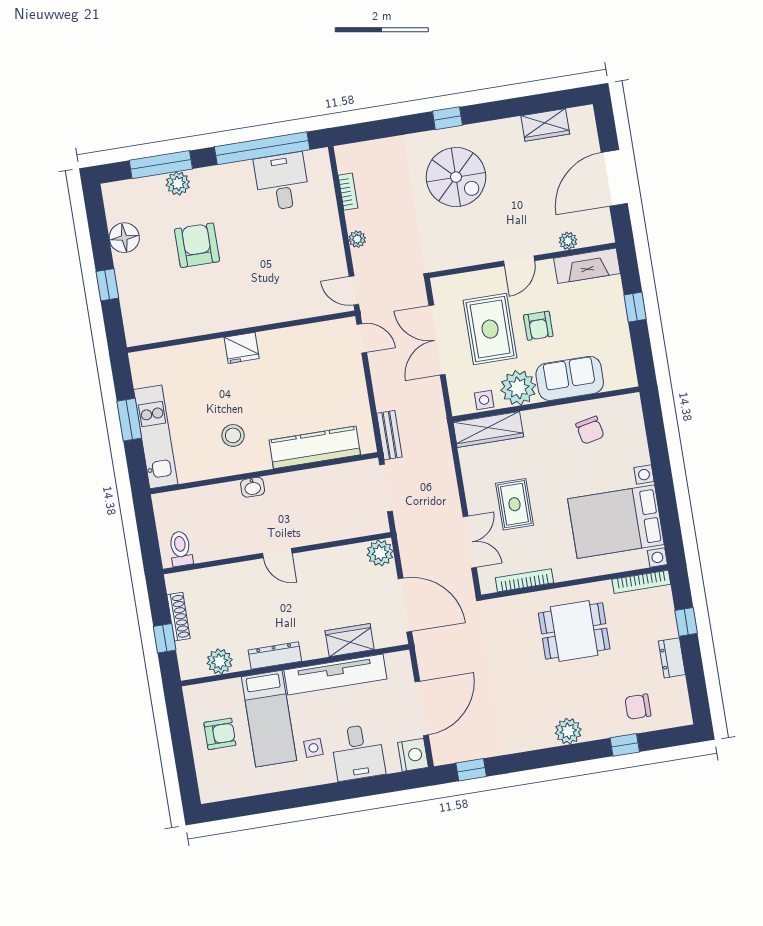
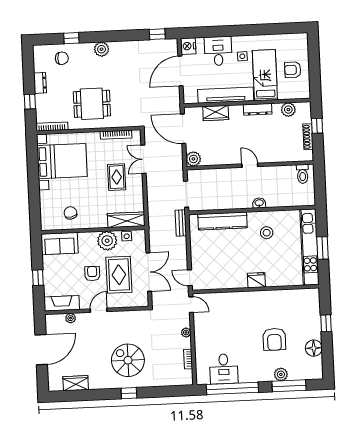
sofa: (570, 378) -> (60, 243), moved
kitchen unit: (156, 437) -> (310, 247), width x1.36

